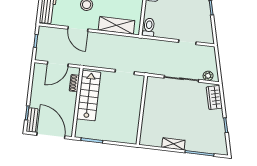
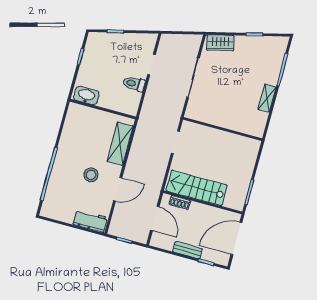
toilet: (149, 27) -> (134, 84), moved
plant: (208, 76) -> (194, 46), removed
bench: (32, 120) -> (187, 250), moved

